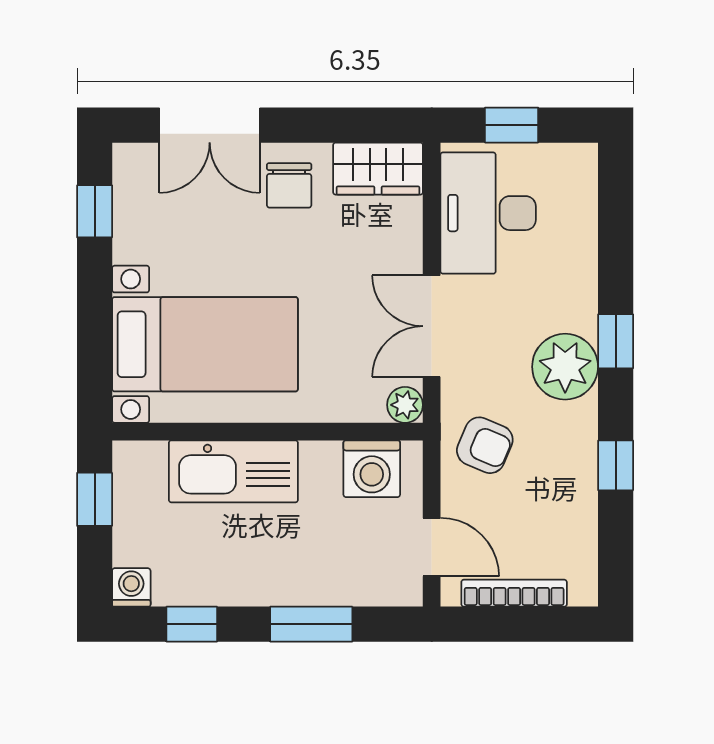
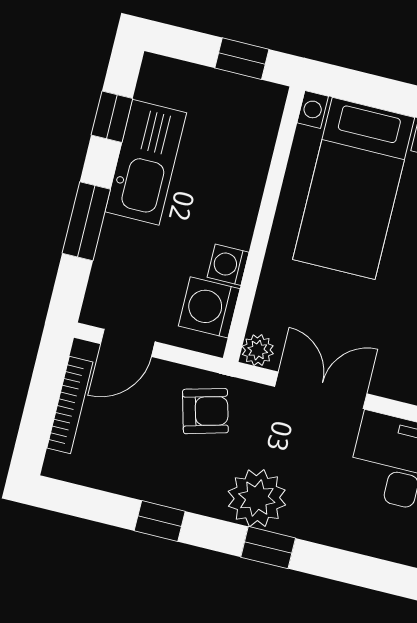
armchair: (485, 445) -> (205, 411), turned -128
kitchen sink: (233, 471) -> (146, 162), moved, turned 180
washing machine: (131, 587) -> (228, 265), moved, turned 180

